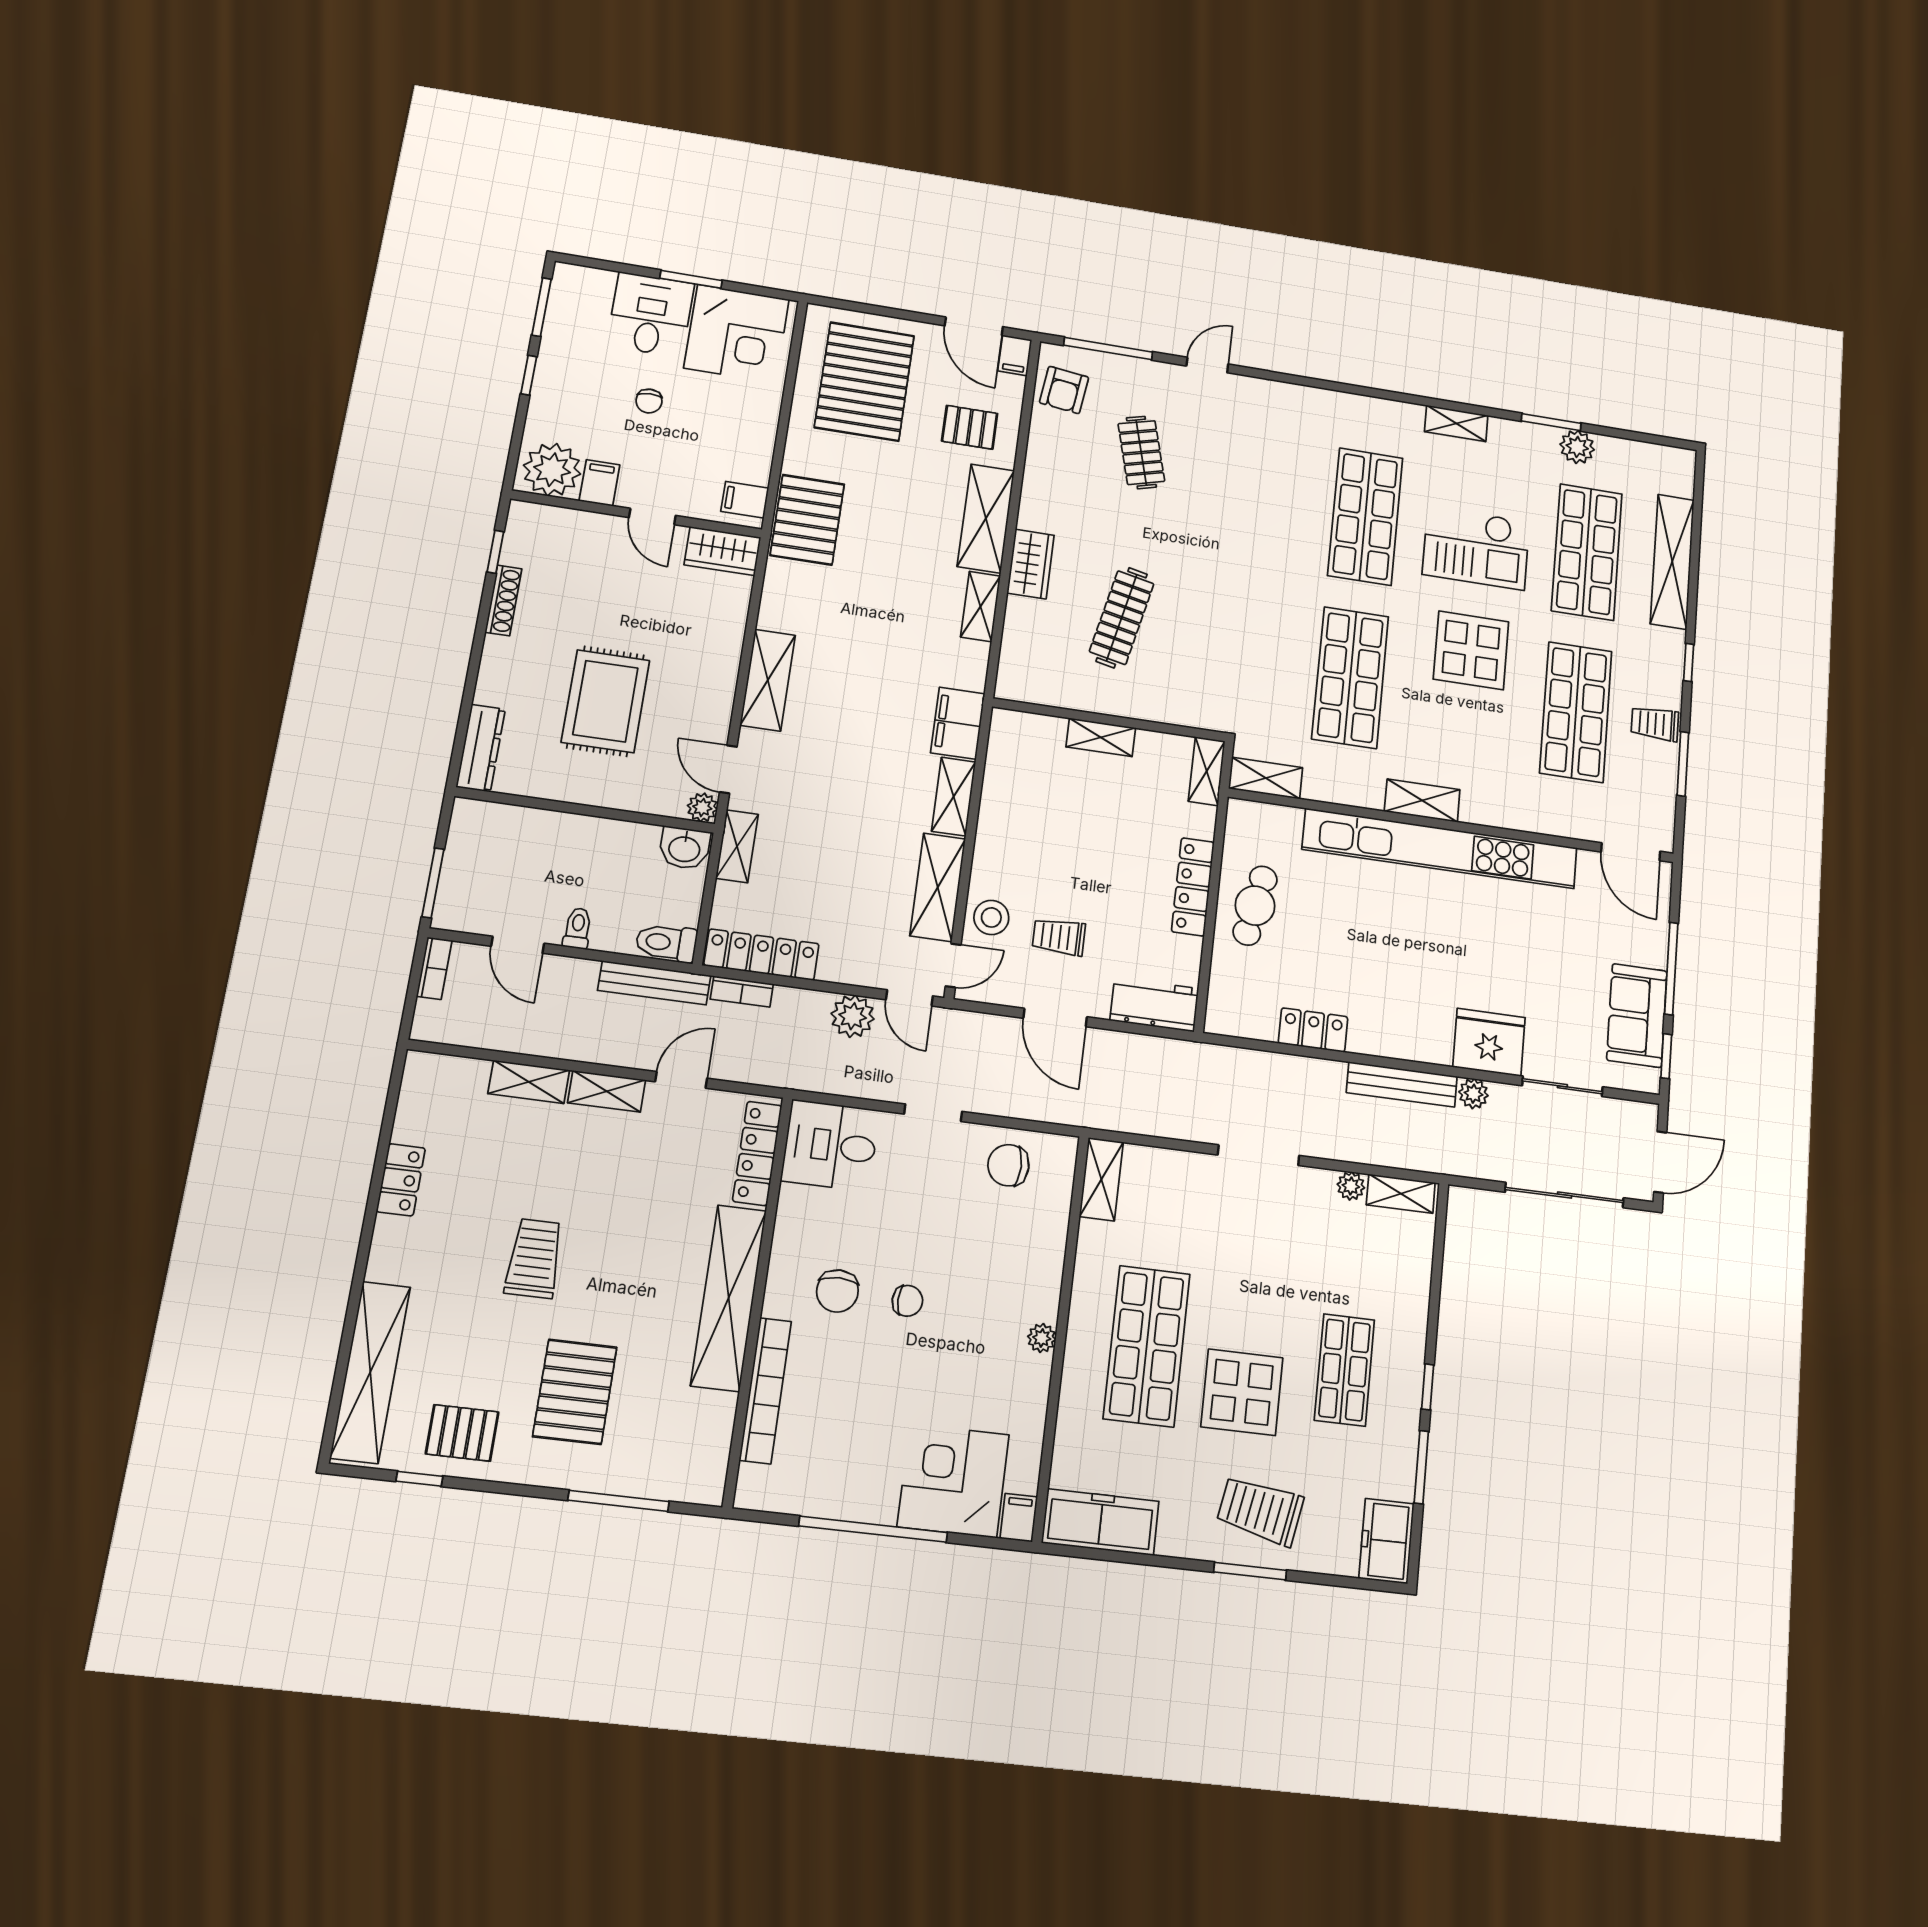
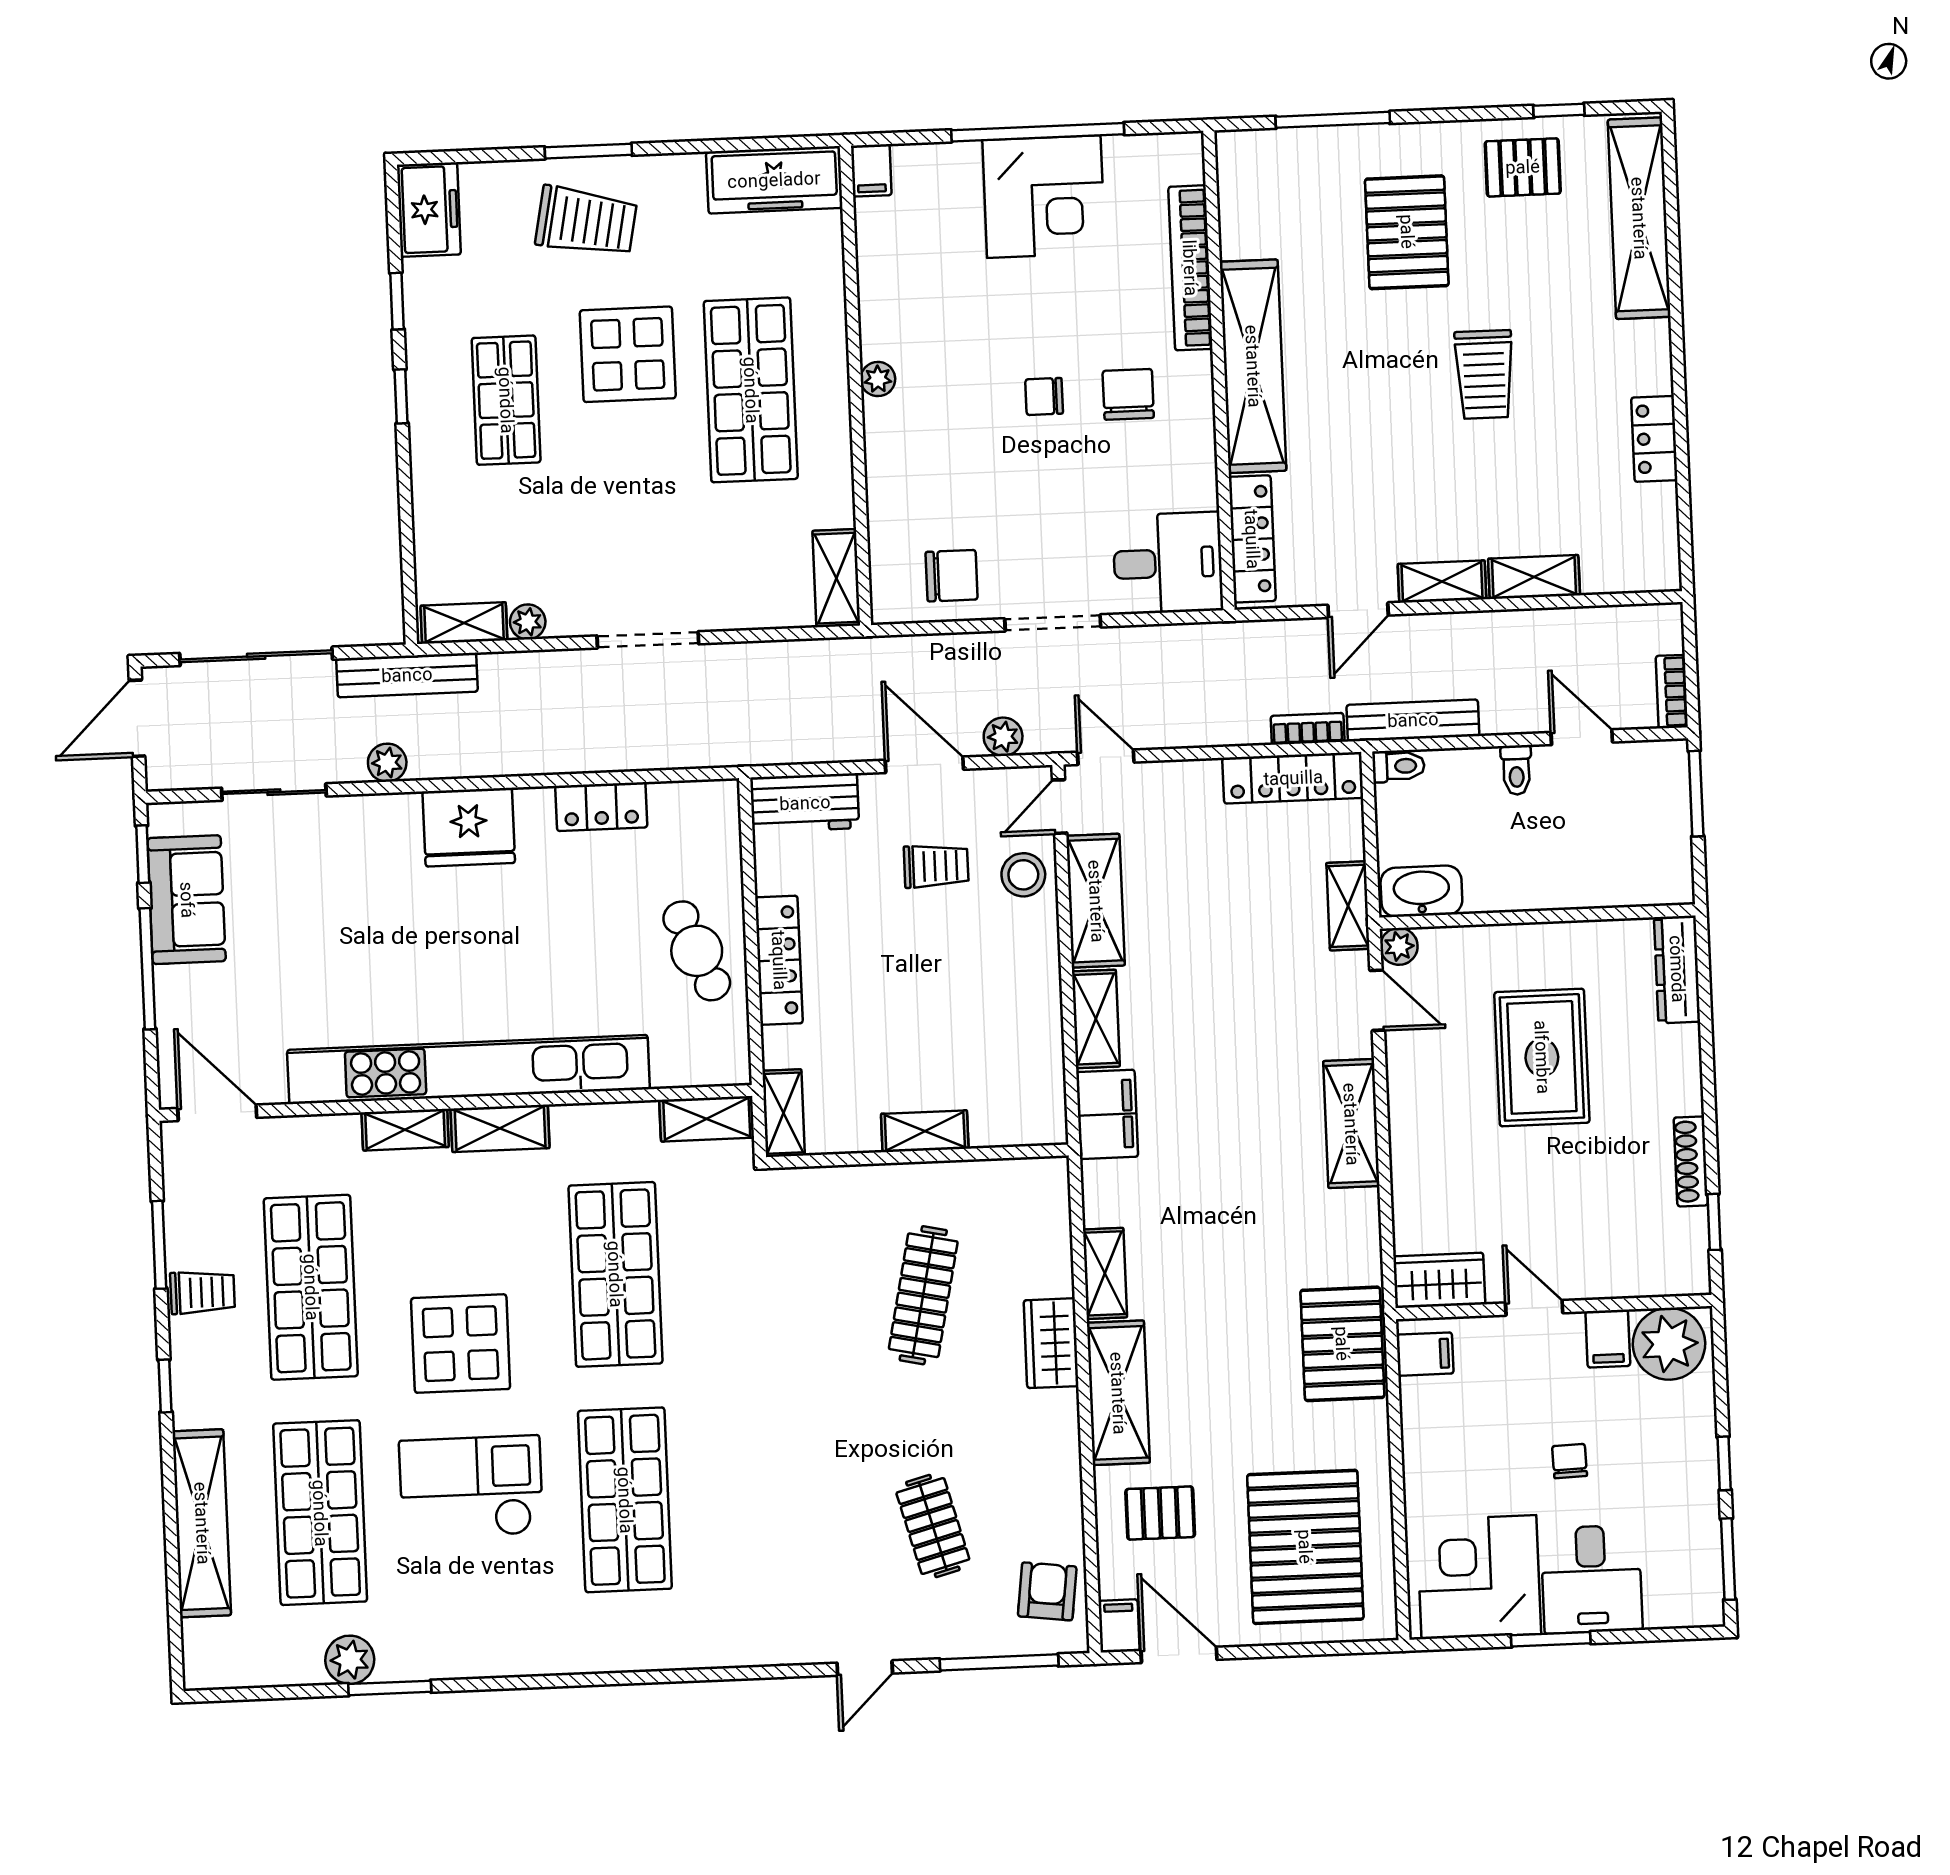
shelving: (1456, 423) -> (405, 1130), moved
washbasin: (684, 848) -> (1421, 891), width x1.38
cafe table: (1255, 906) -> (697, 951), turned -34
toilet: (666, 943) -> (1398, 766), width x0.73, depth x0.72
plant: (853, 1016) -> (1003, 737), moved, width x0.73, depth x0.73
fridge: (1489, 1042) -> (469, 827), moved
bench: (1402, 1084) -> (407, 675), moved
doorway: (933, 1113) -> (1053, 623), width x1.38
window: (1421, 1467) -> (397, 301), width x0.67
corner desk: (953, 1481) -> (1044, 197), moved

